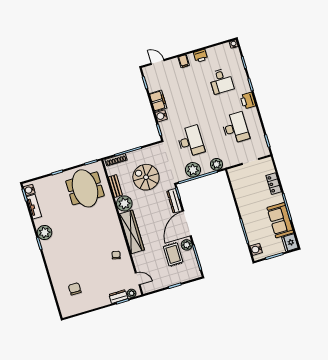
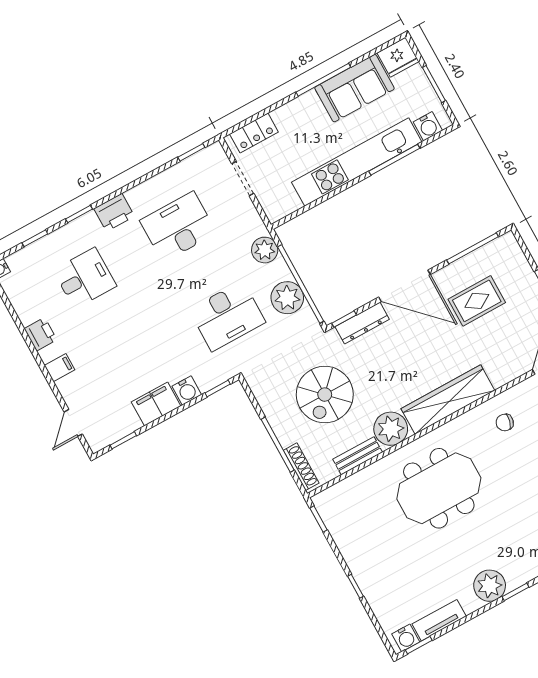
desk: (191, 141) -> (227, 316), turned 180
locker: (274, 184) -> (254, 133), moved
meeting table: (85, 188) -> (439, 488), moved
kitchen unit: (247, 214) -> (357, 162), added
plant: (187, 245) -> (450, 276), removed

